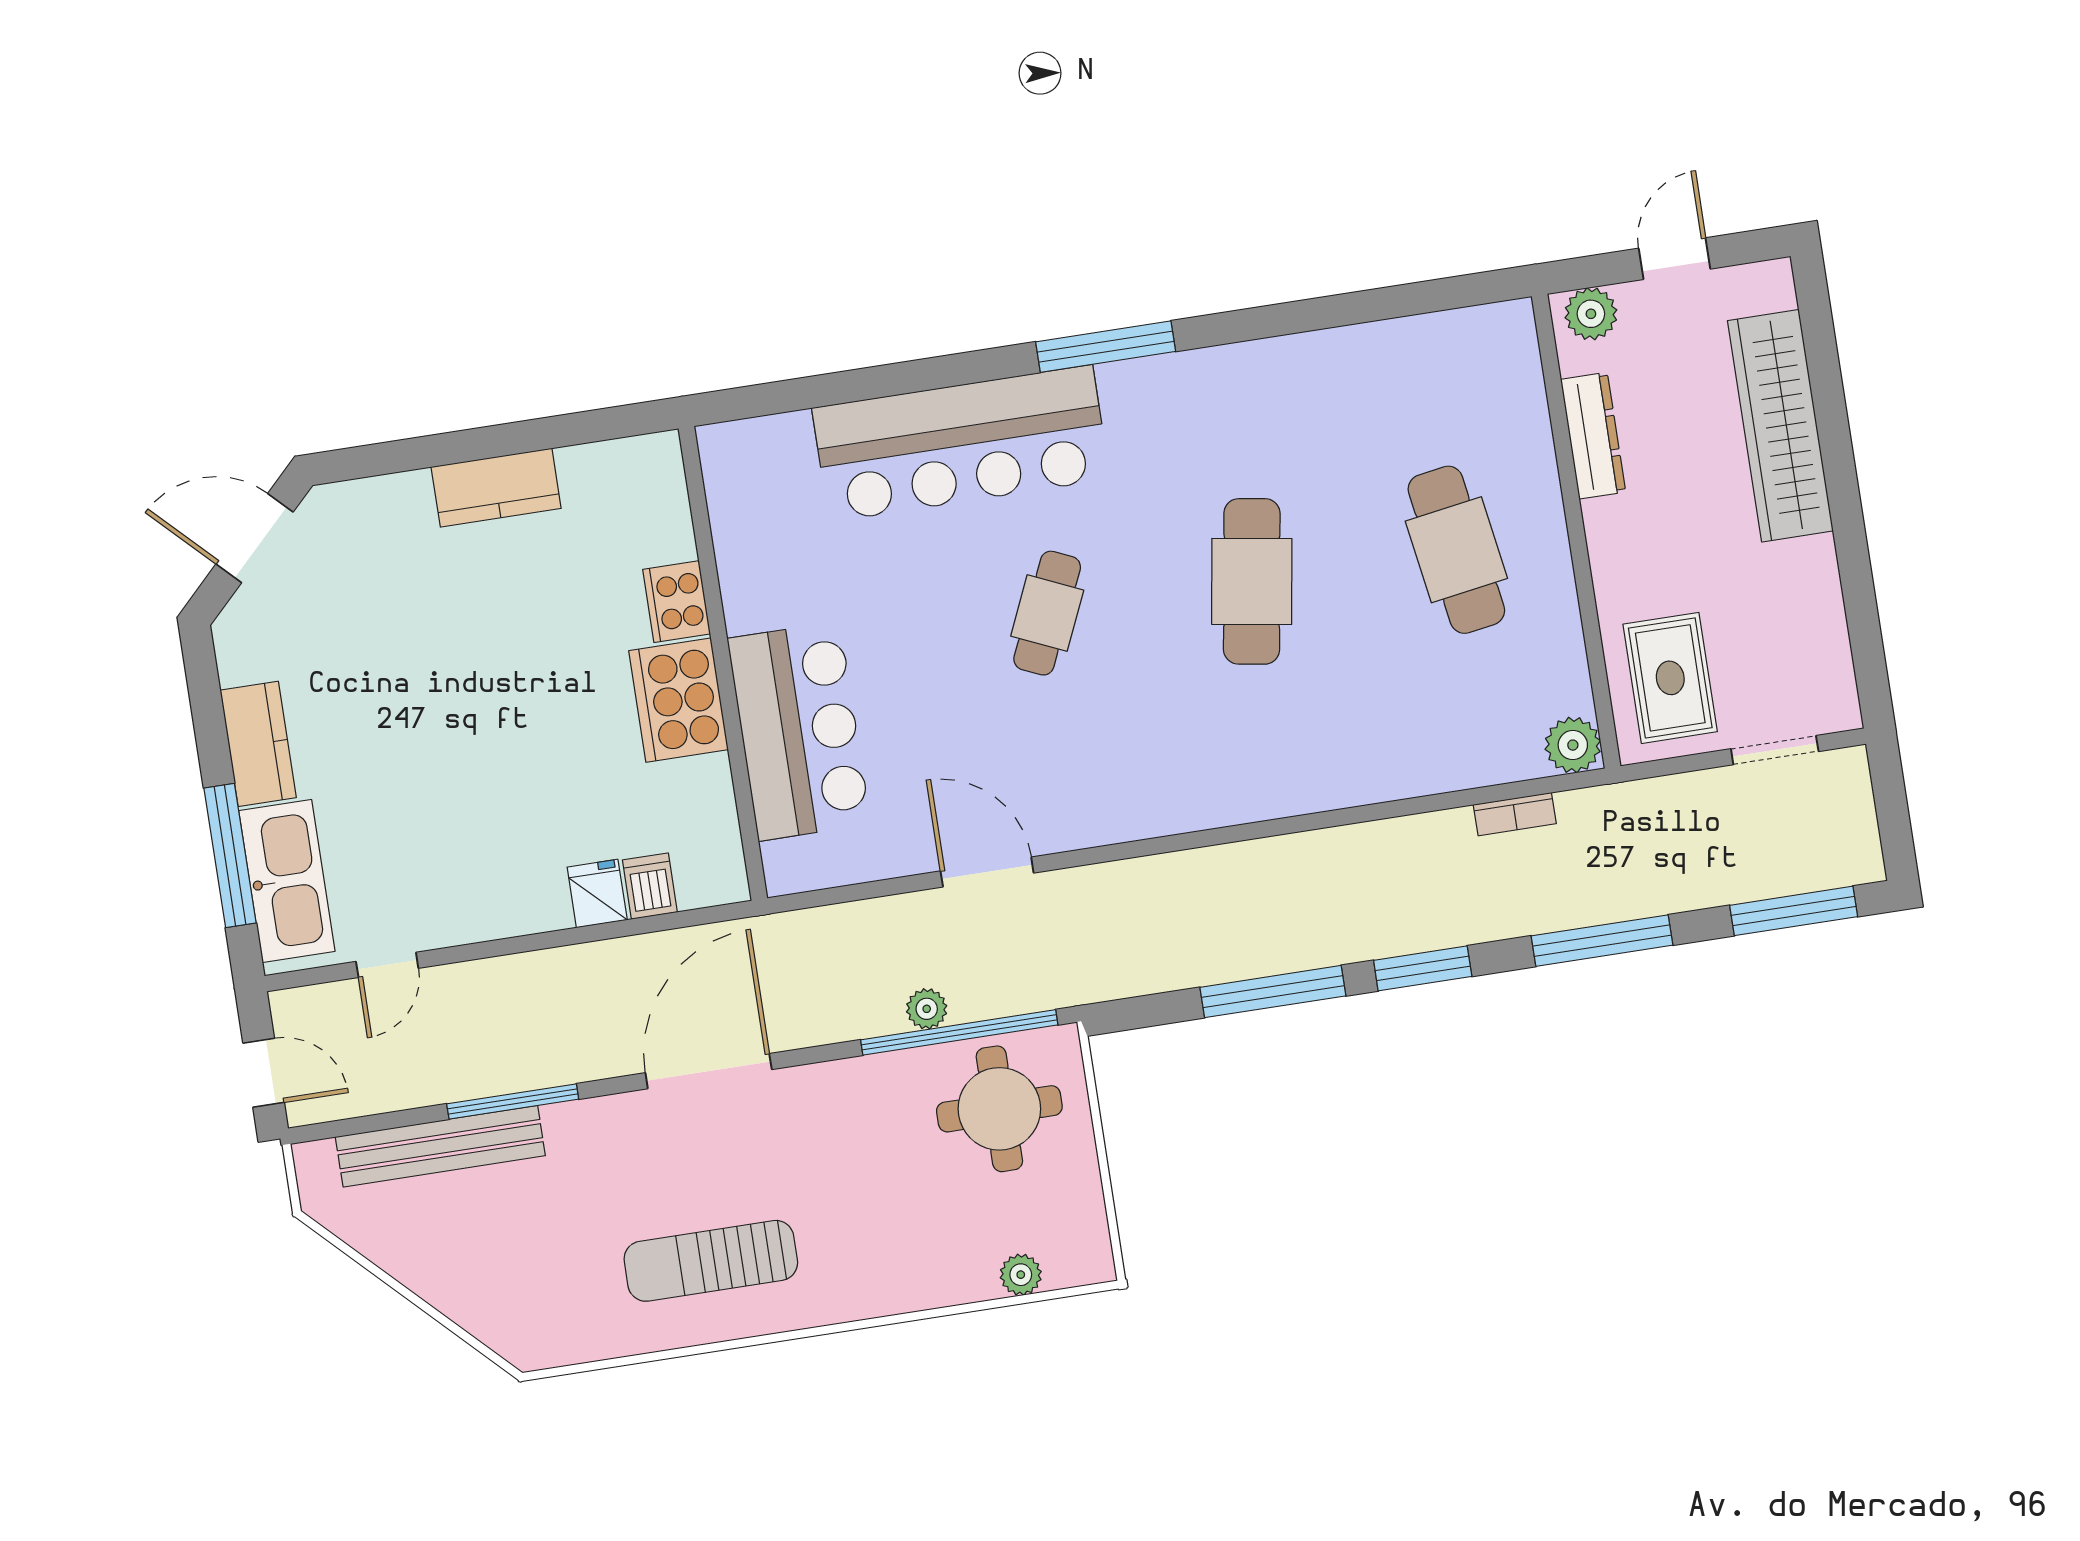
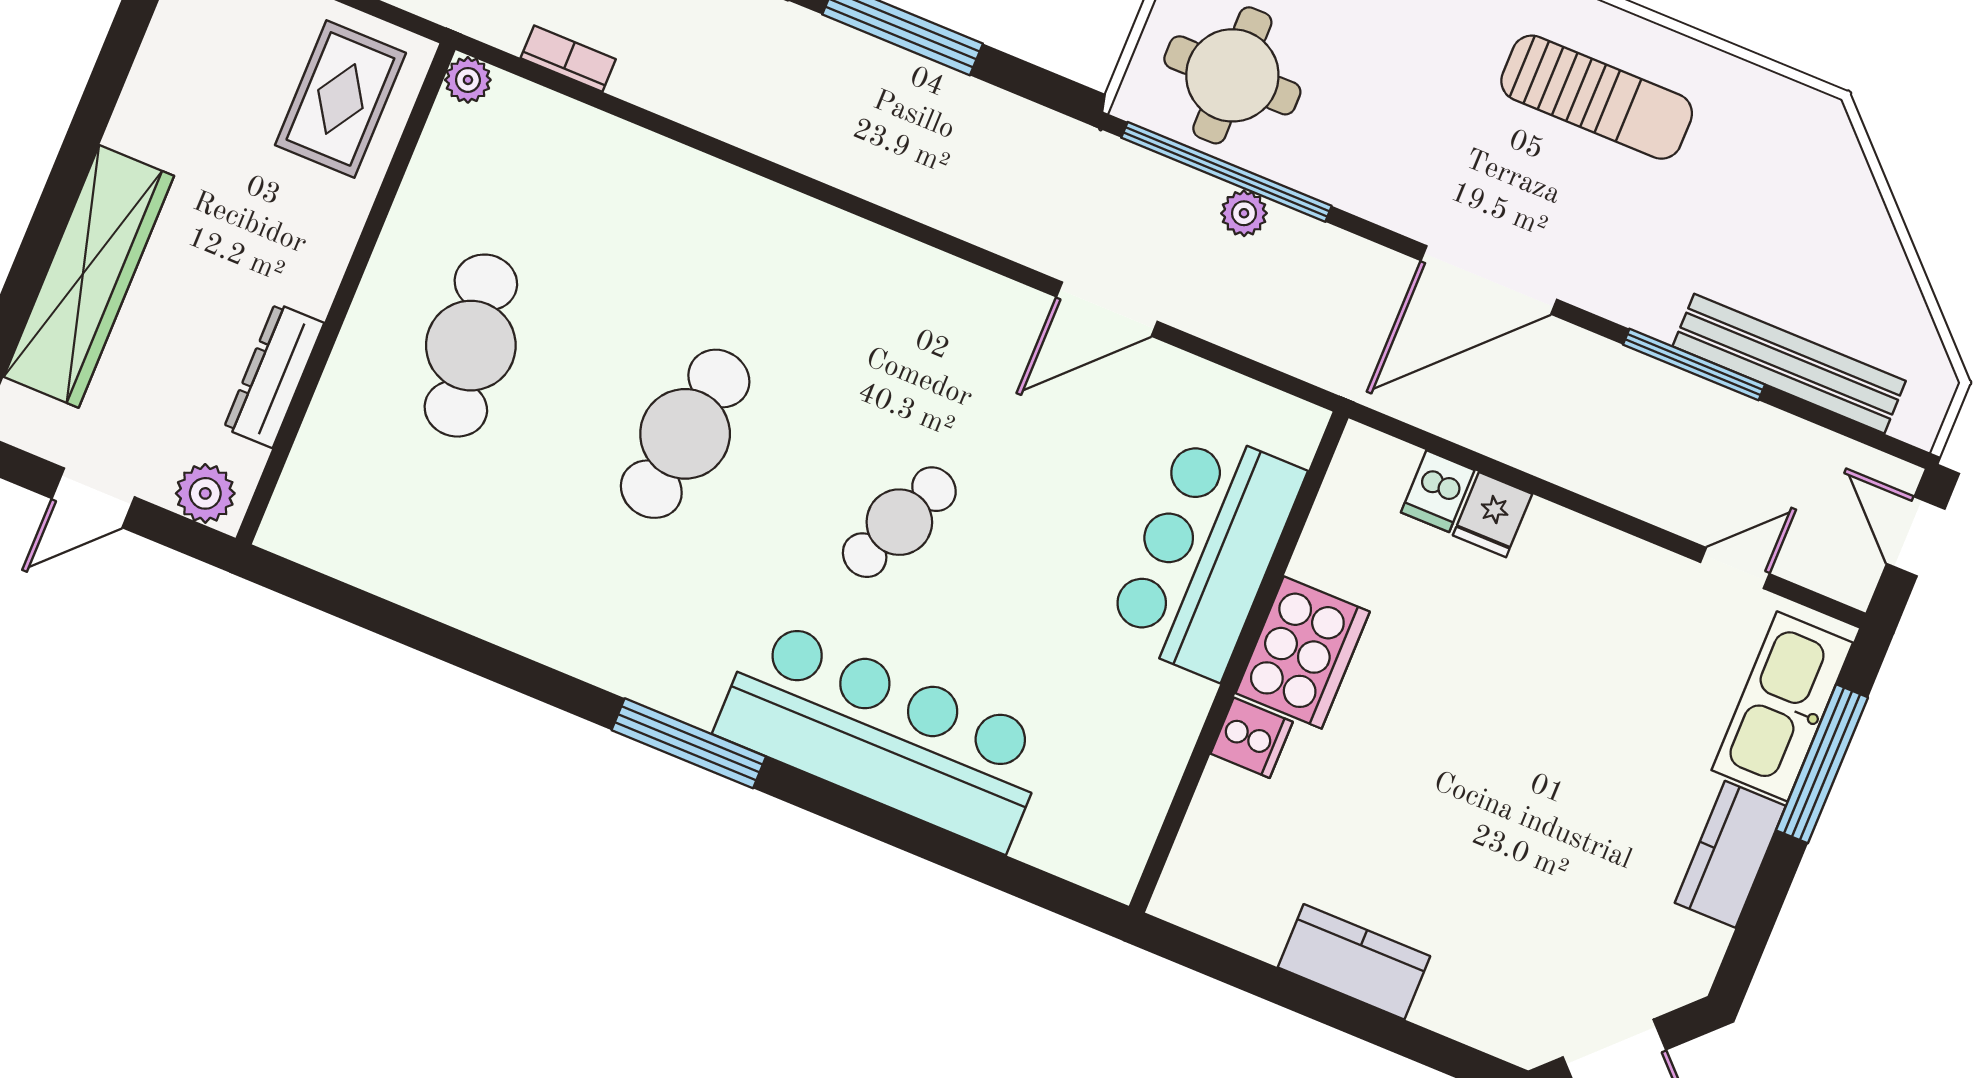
cooker: (677, 602) -> (1252, 738), width x0.73
plant: (1573, 745) -> (468, 80), width x0.73, depth x0.73
door: (987, 872) -> (1107, 309), hinge flipped

